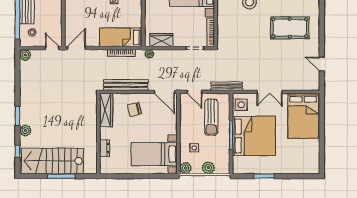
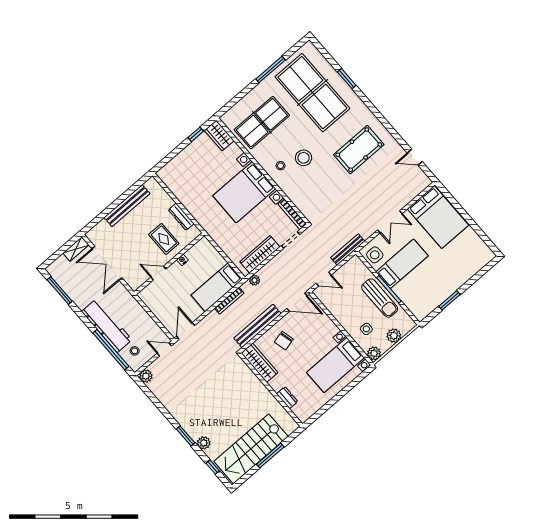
wardrobe: (161, 40) -> (260, 254), width x1.50
sun lounger: (211, 117) -> (380, 298), moved
bed: (254, 136) -> (402, 264), width x0.49

